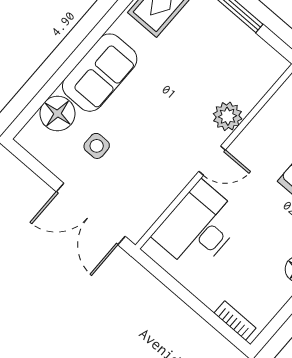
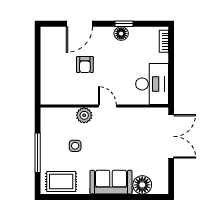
side table: (97, 146) -> (75, 146), moved
desk: (199, 227) -> (152, 84), moved, turned -90

